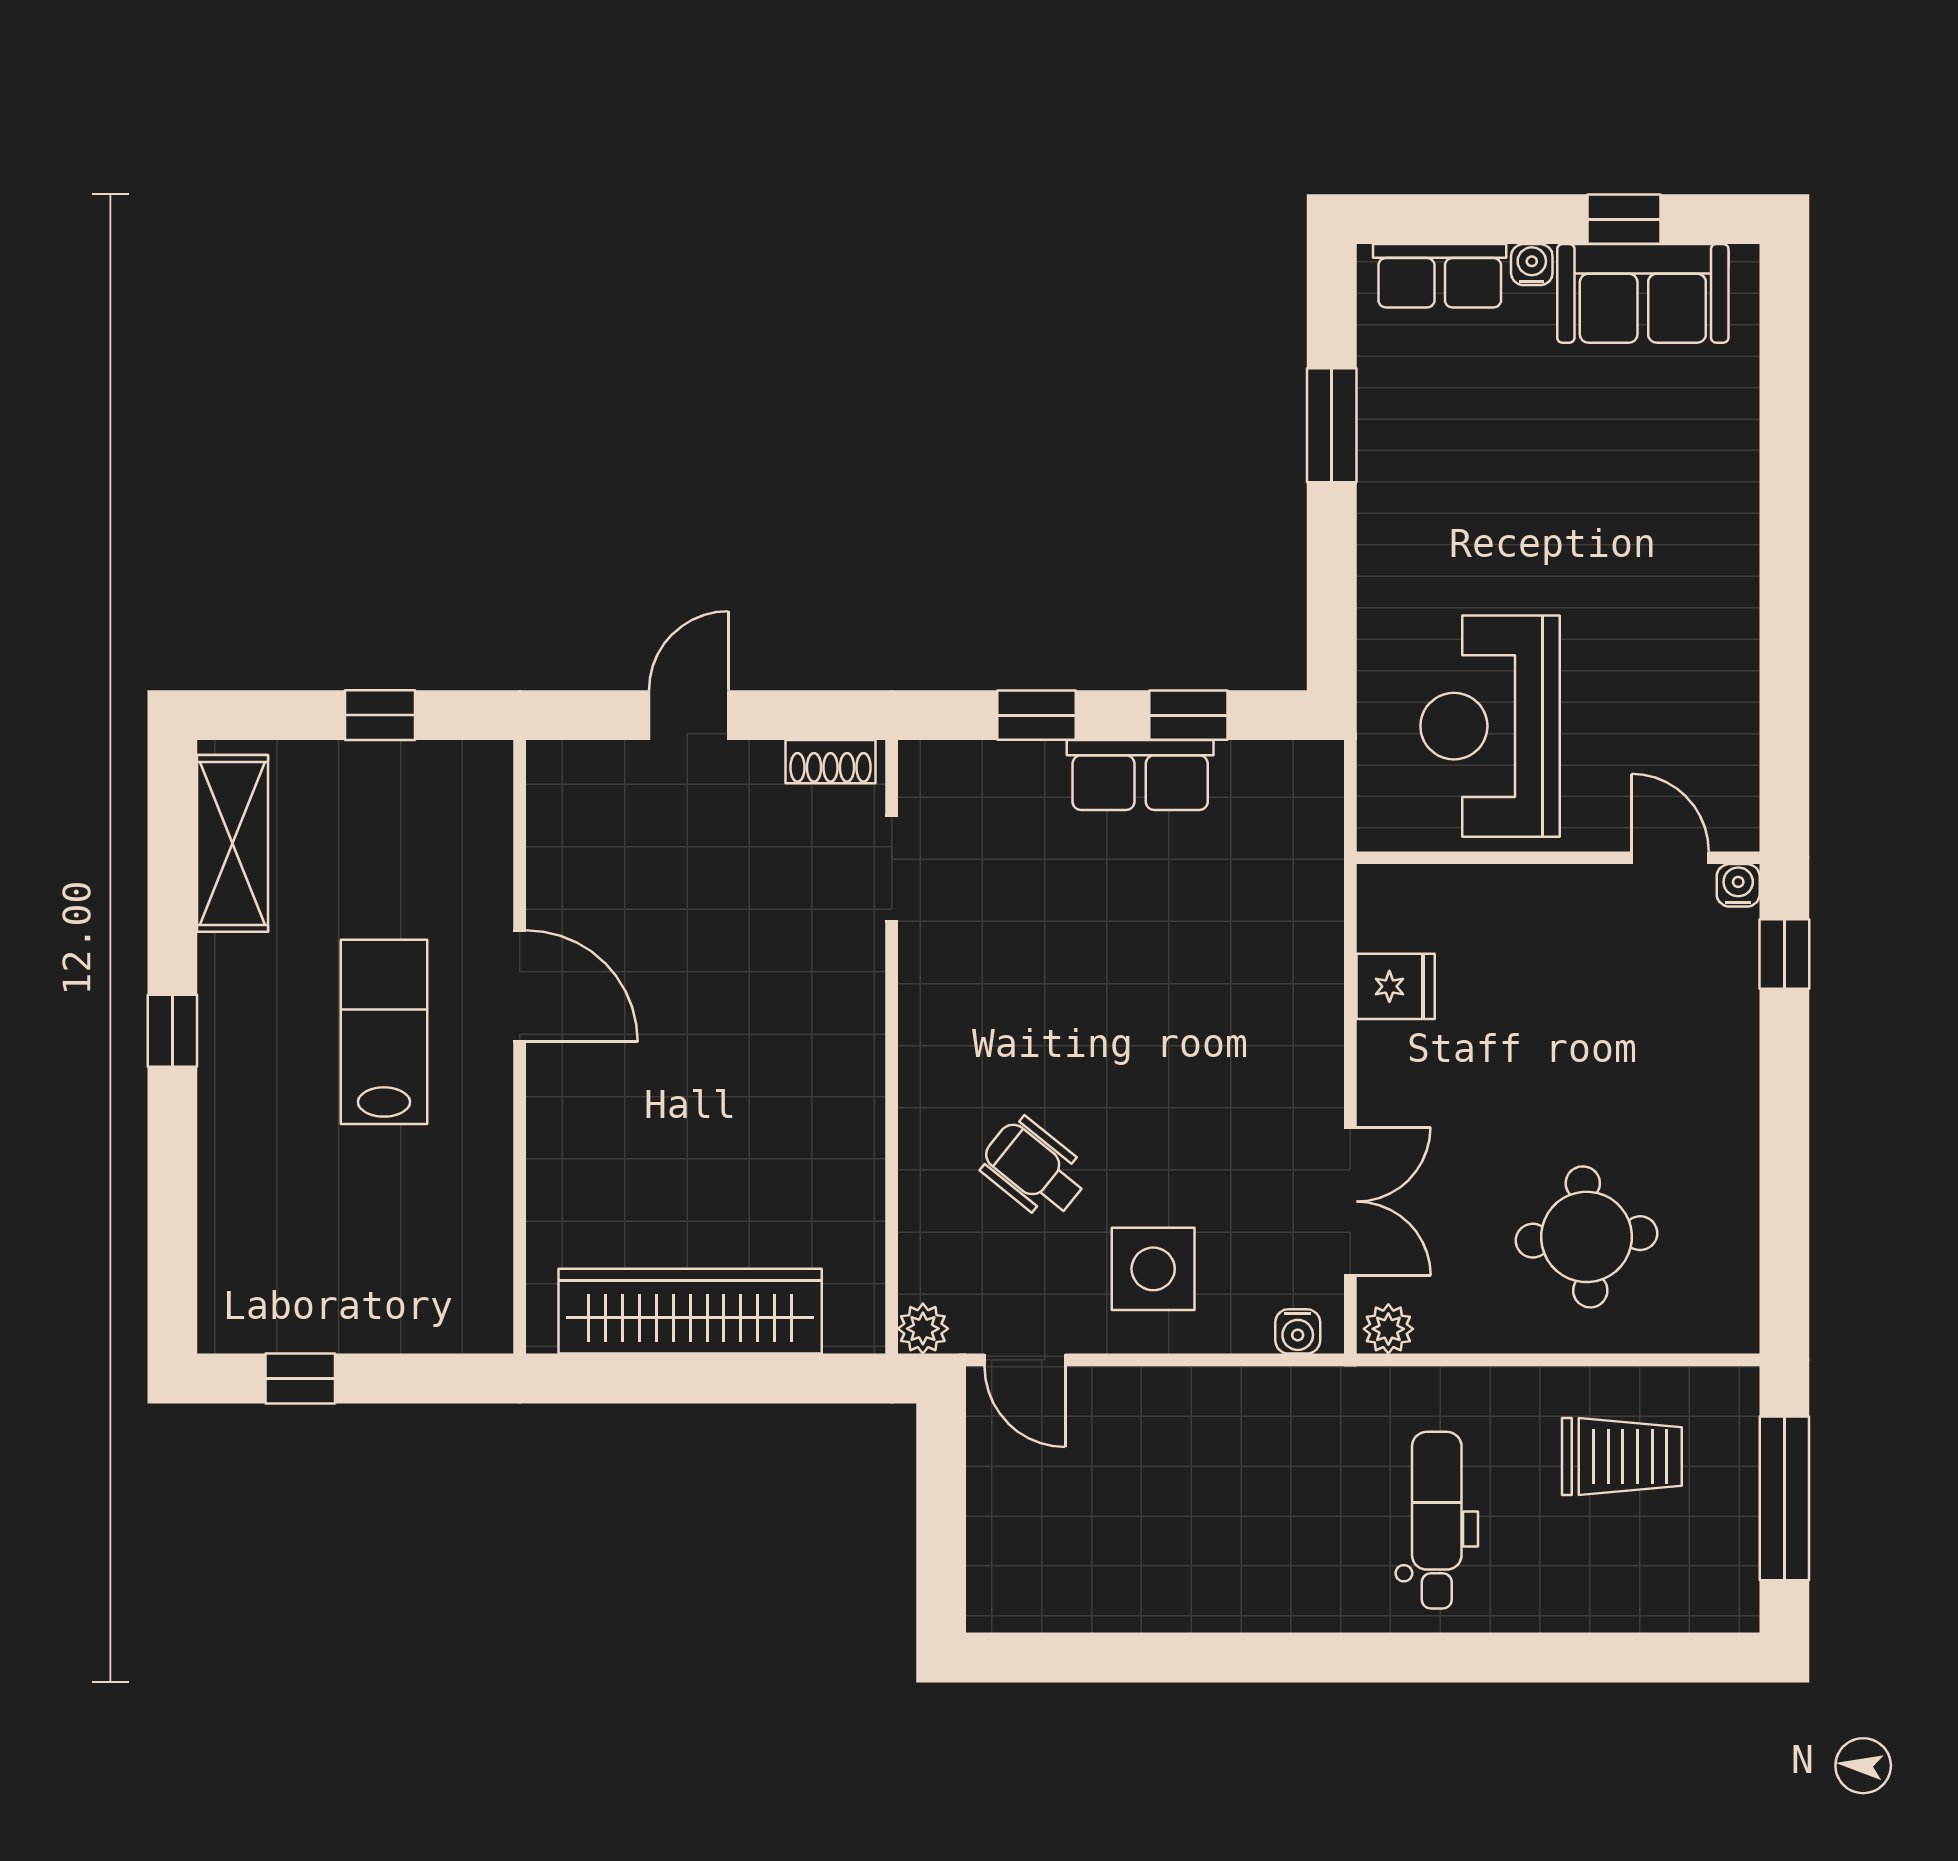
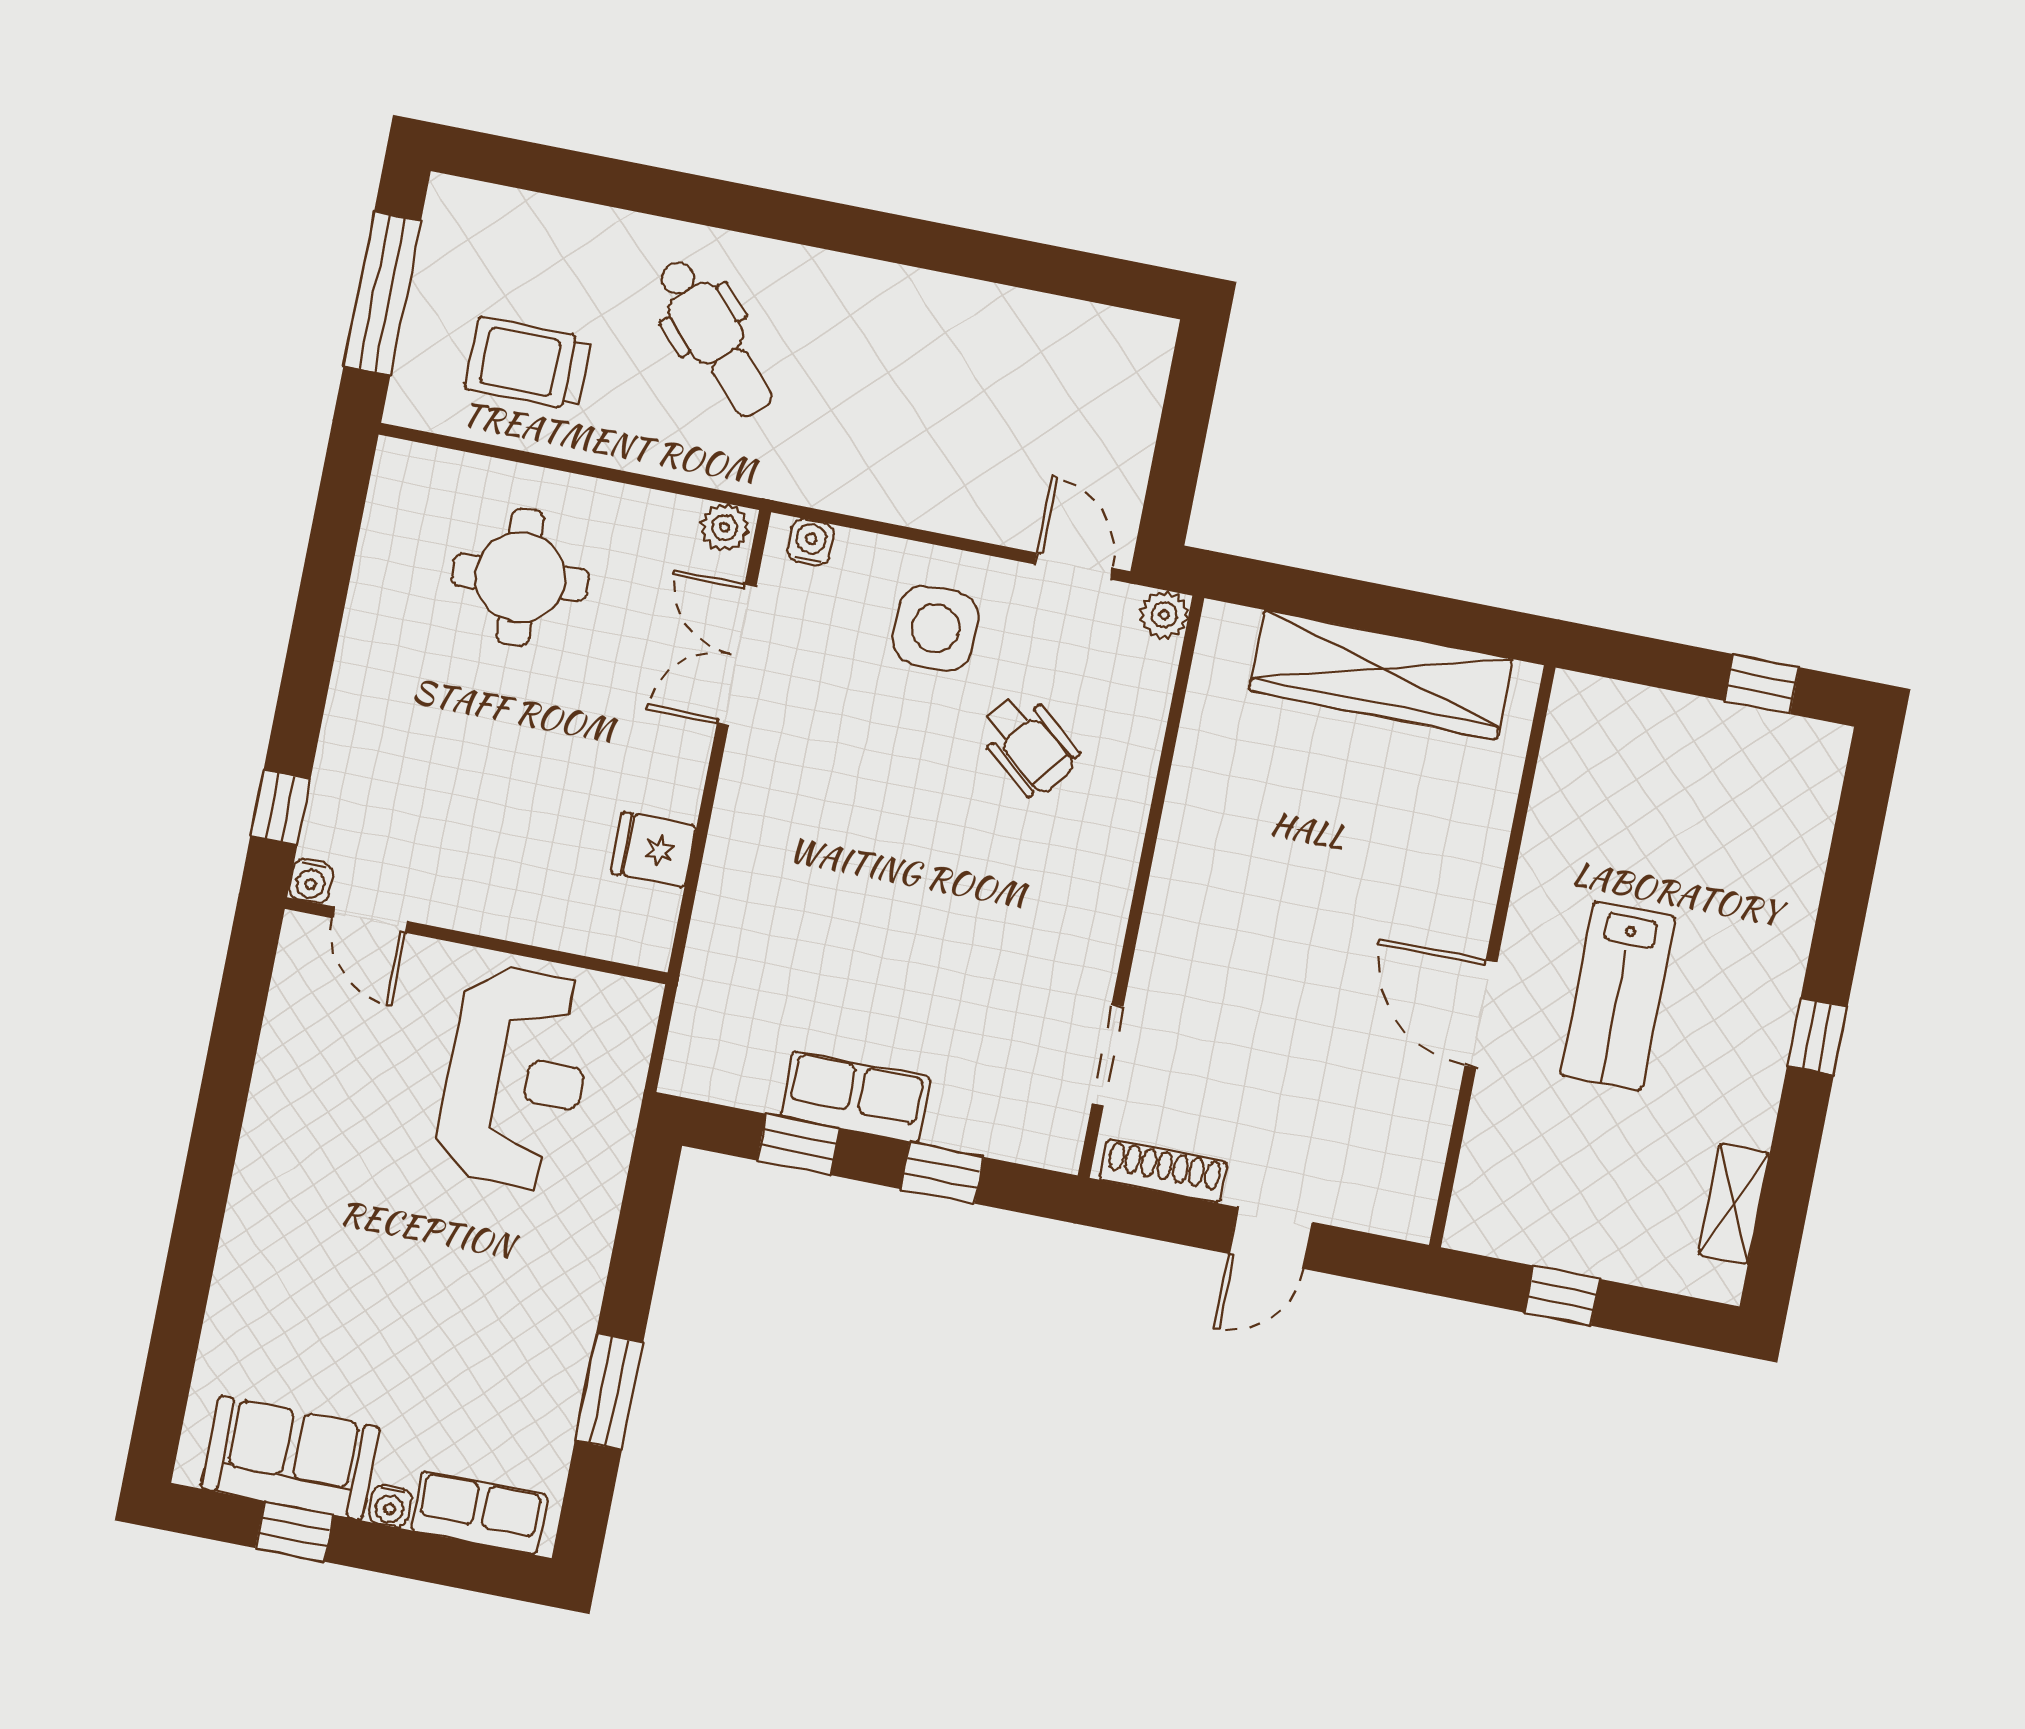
shoe rack: (830, 762) -> (1164, 1171), width x1.43
shelving: (233, 843) -> (1734, 1204), width x0.67, depth x0.75
dental chair: (1437, 1520) -> (715, 338), turned -43

